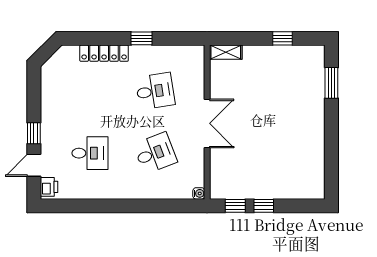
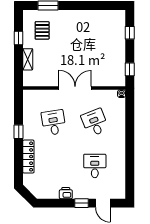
shelving: (226, 52) -> (28, 59), moved
pallet: (294, 74) -> (42, 30), added
printer: (49, 187) -> (66, 193), moved
window: (264, 206) -> (130, 33), moved

